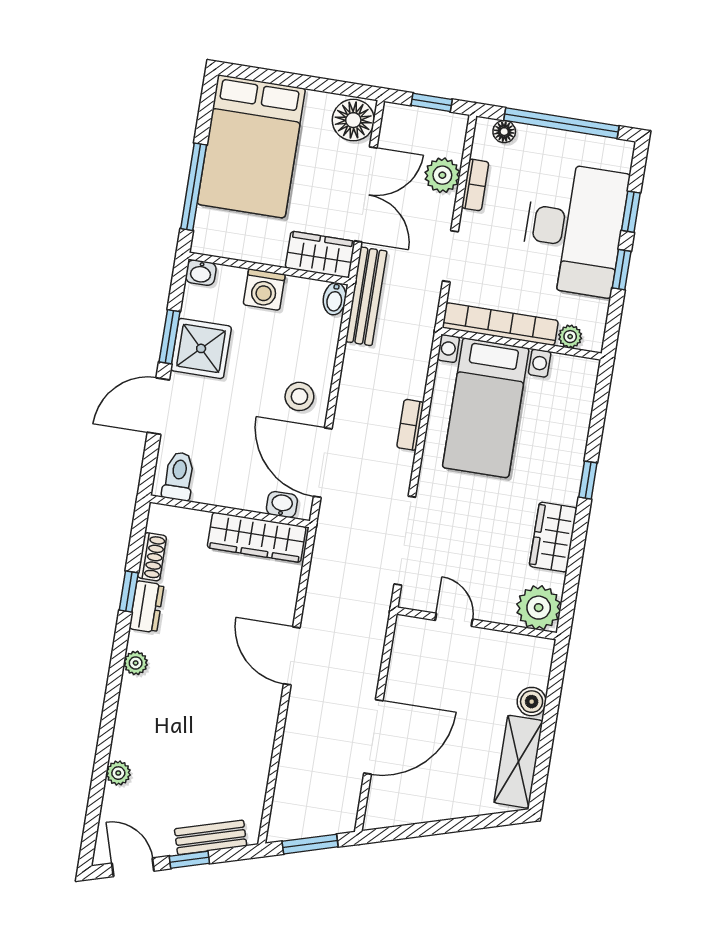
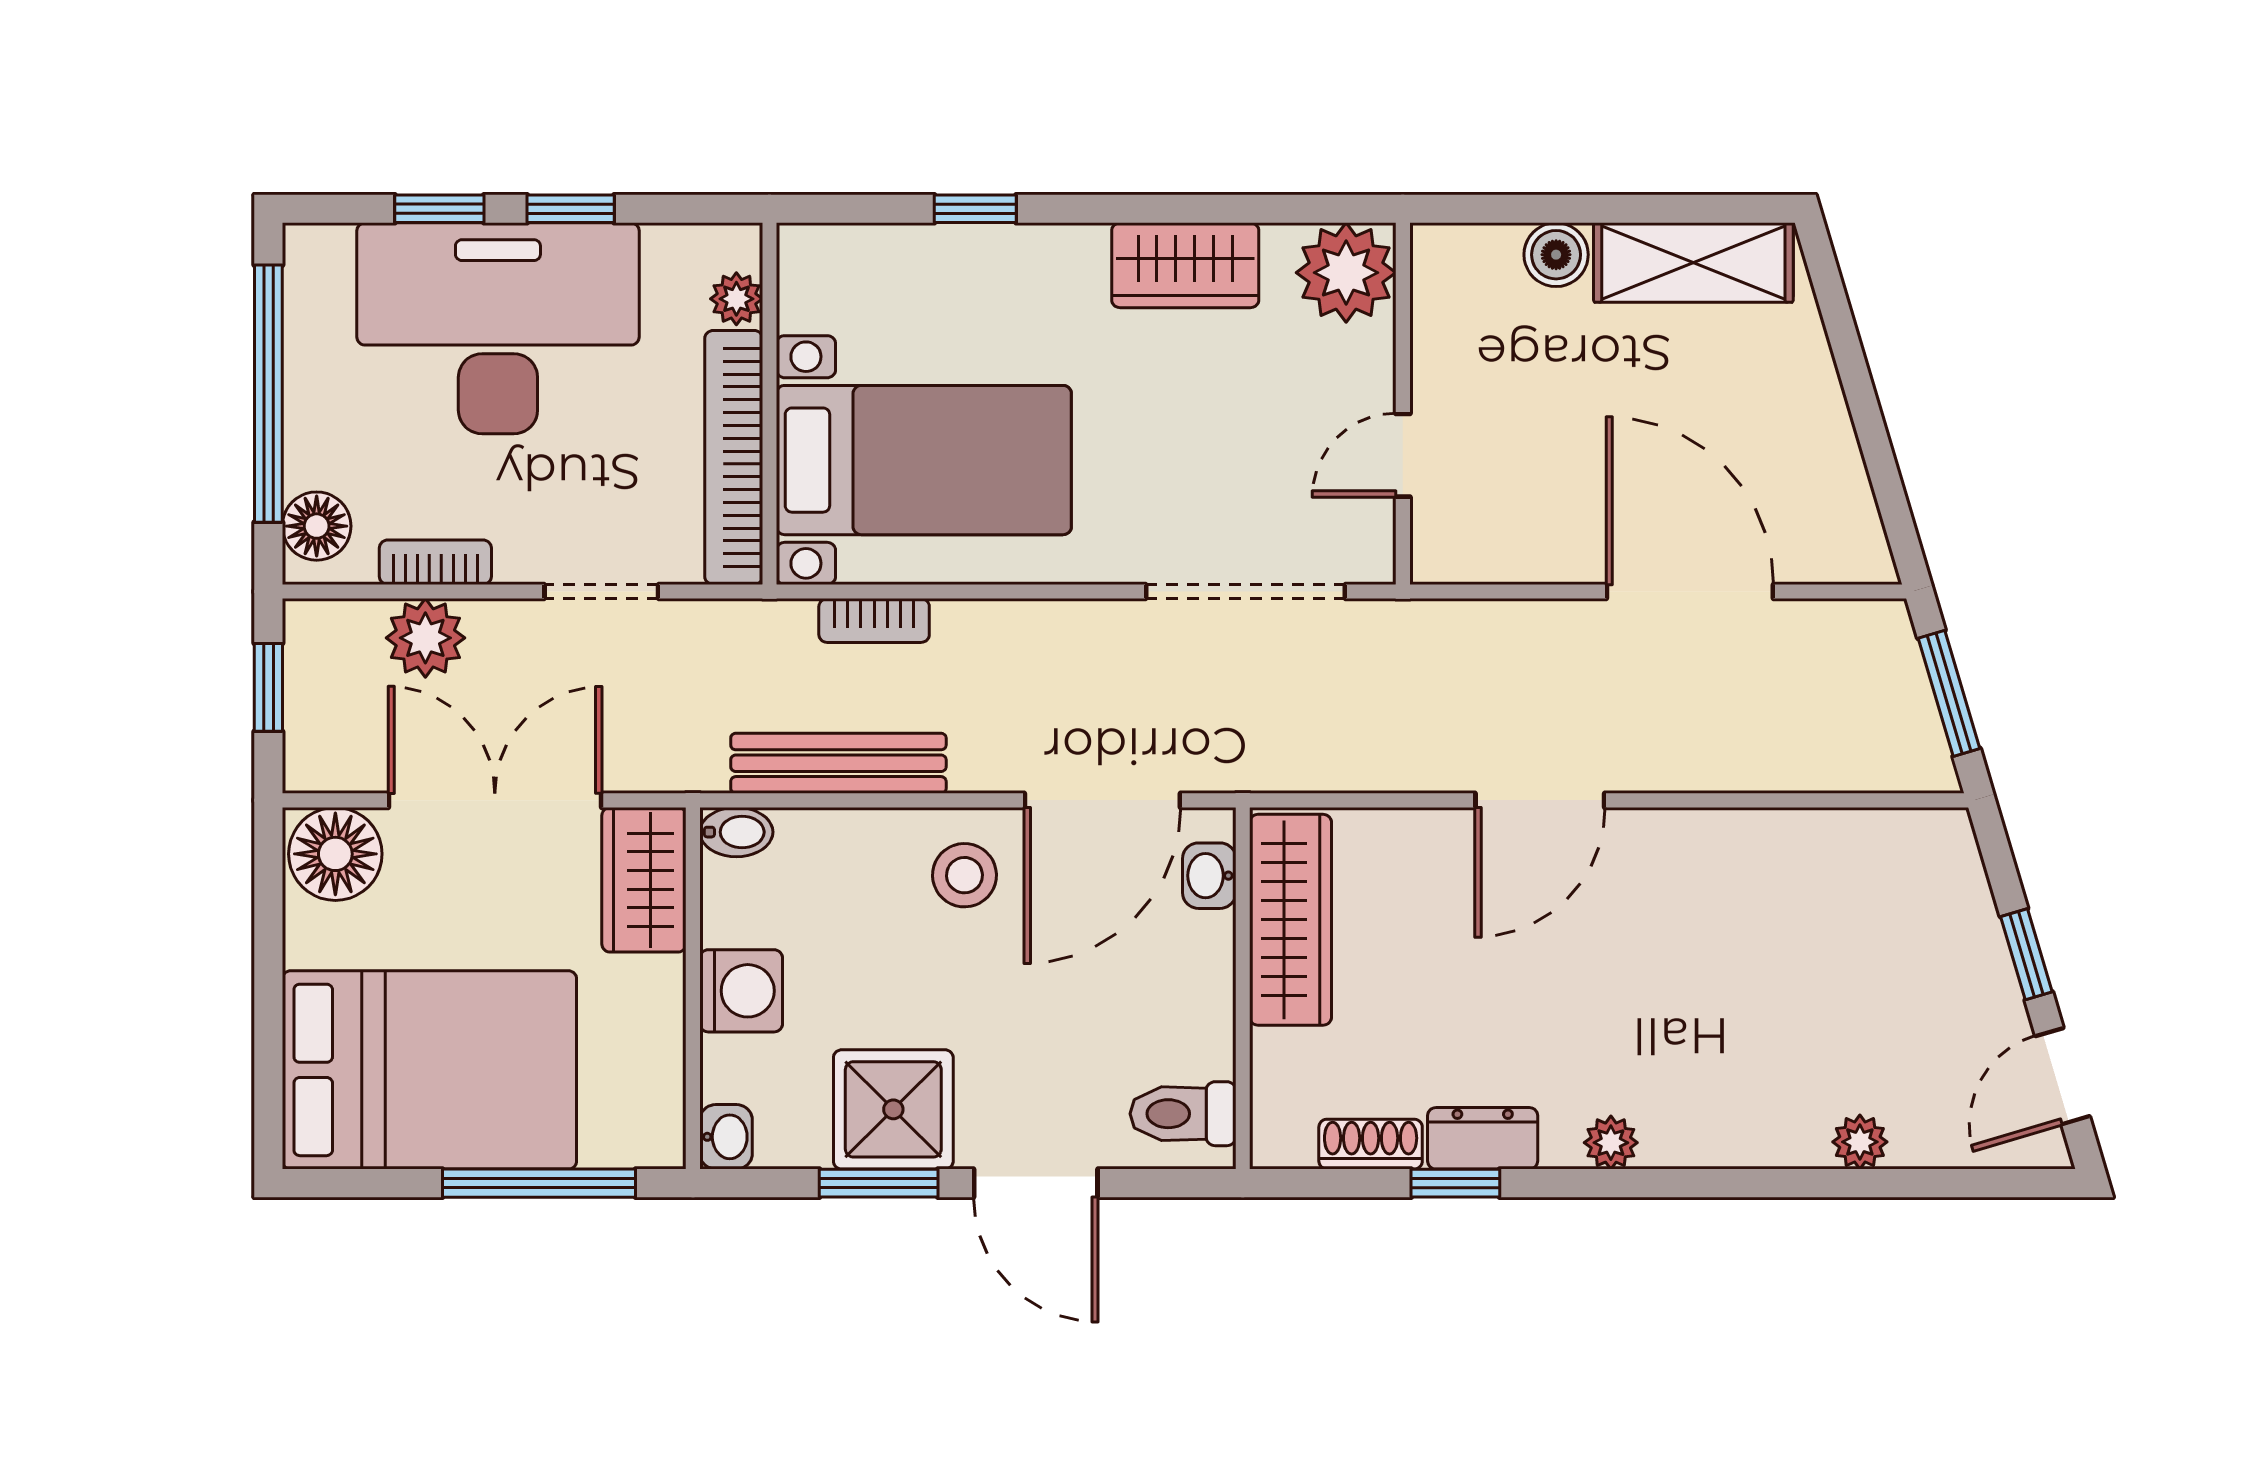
floor lamp: (504, 132) -> (317, 526), width x1.37, depth x1.37
bench: (366, 296) -> (838, 763), moved
bookcase: (410, 425) -> (874, 621), moved
window: (588, 480) -> (975, 209), moved
bench: (211, 837) -> (1969, 915), removed

